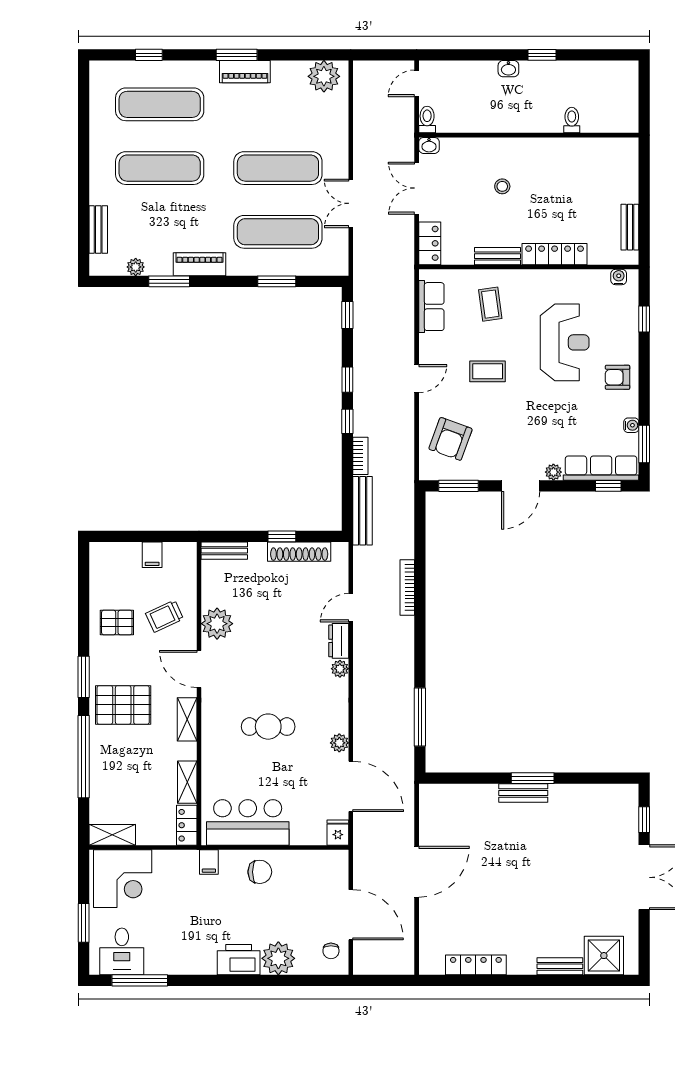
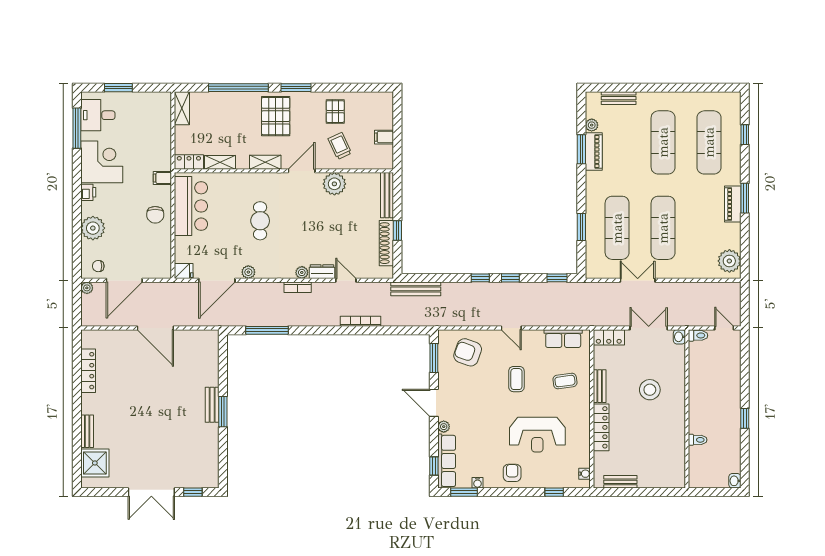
washbasin: (508, 69) -> (735, 481), moved
stool: (502, 186) -> (650, 390), width x1.89, depth x1.89
piano: (199, 264) -> (594, 152), moved
bookcase: (360, 456) -> (298, 287), moved
bench: (224, 551) -> (387, 195), width x1.36
corner desk: (123, 879) -> (102, 162), moved, turned 180
printer: (239, 960) -> (88, 192), width x0.53, depth x0.68
plant: (361, 967) -> (87, 288), added

